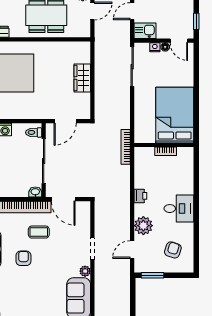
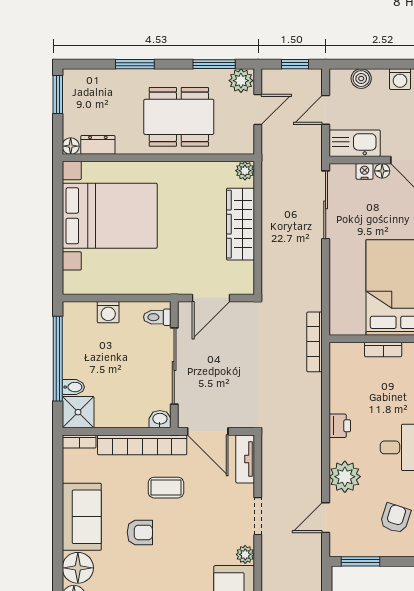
kitchen sink: (145, 31) -> (355, 143), width x1.38
plant: (85, 47) -> (245, 171), added
wardrobe: (82, 78) -> (240, 224), width x1.50
tv unit: (85, 215) -> (245, 459), added
armchair: (23, 258) -> (140, 532), turned 90

